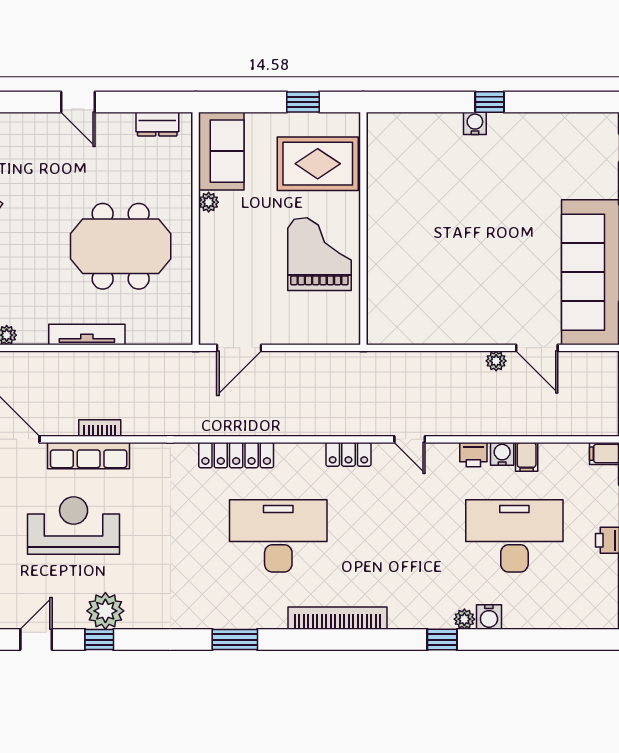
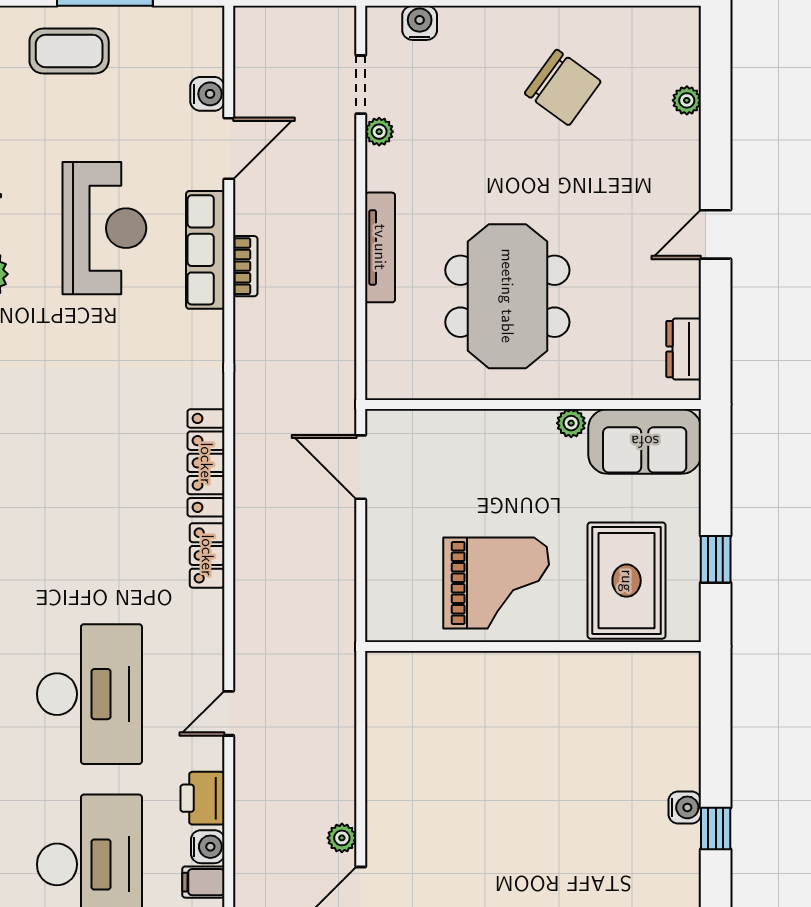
locker: (348, 454) -> (207, 555), moved
printer: (473, 455) -> (202, 798), width x1.36, depth x1.24
desk: (278, 536) -> (89, 694), moved

